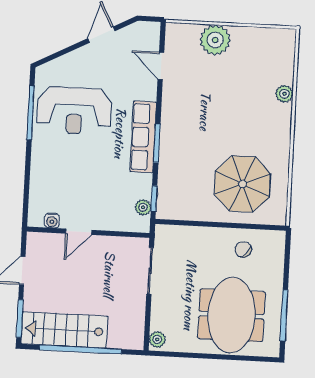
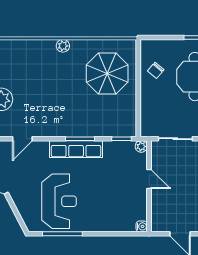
plant: (284, 94) -> (63, 46), moved
plant: (143, 207) -> (141, 146), moved
water cooler: (52, 220) -> (142, 226), moved
door: (79, 232) -> (149, 179), moved

